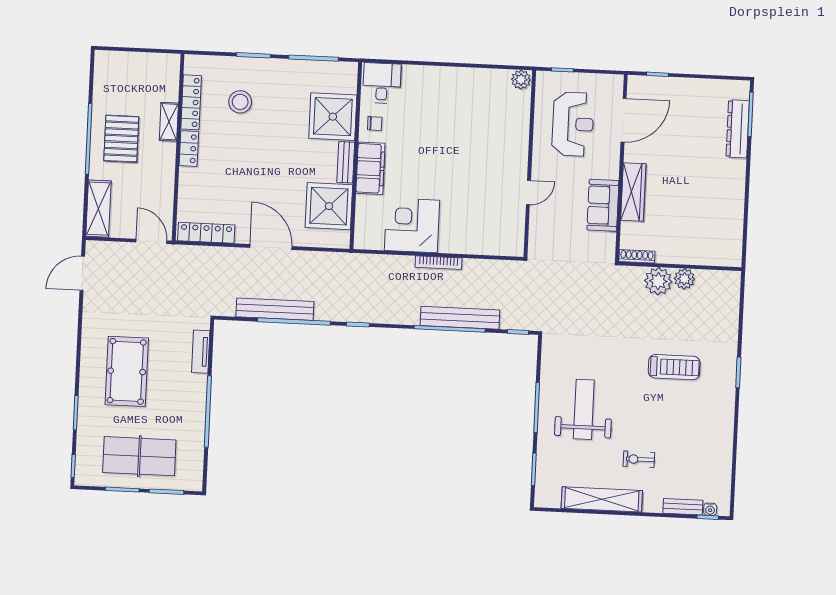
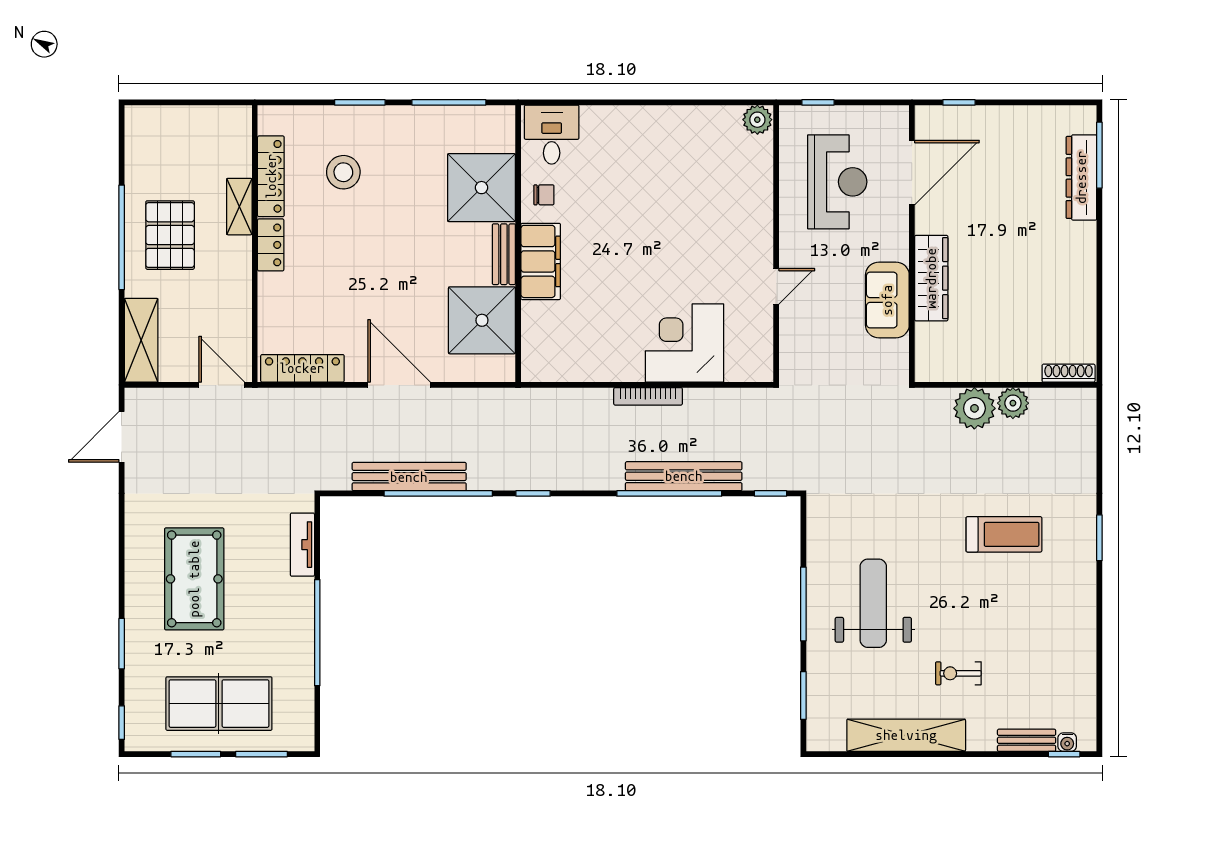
corner desk: (412, 225) -> (684, 343), moved
shoe rack: (637, 256) -> (1069, 373), moved

